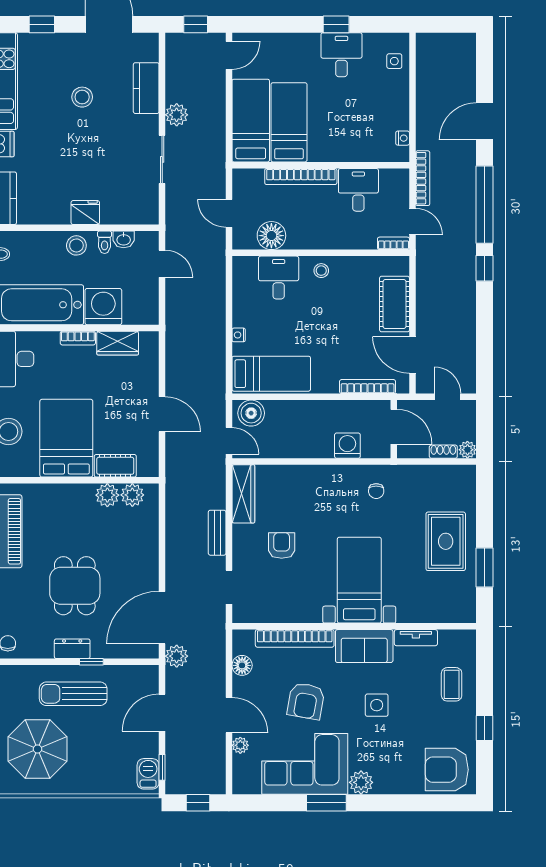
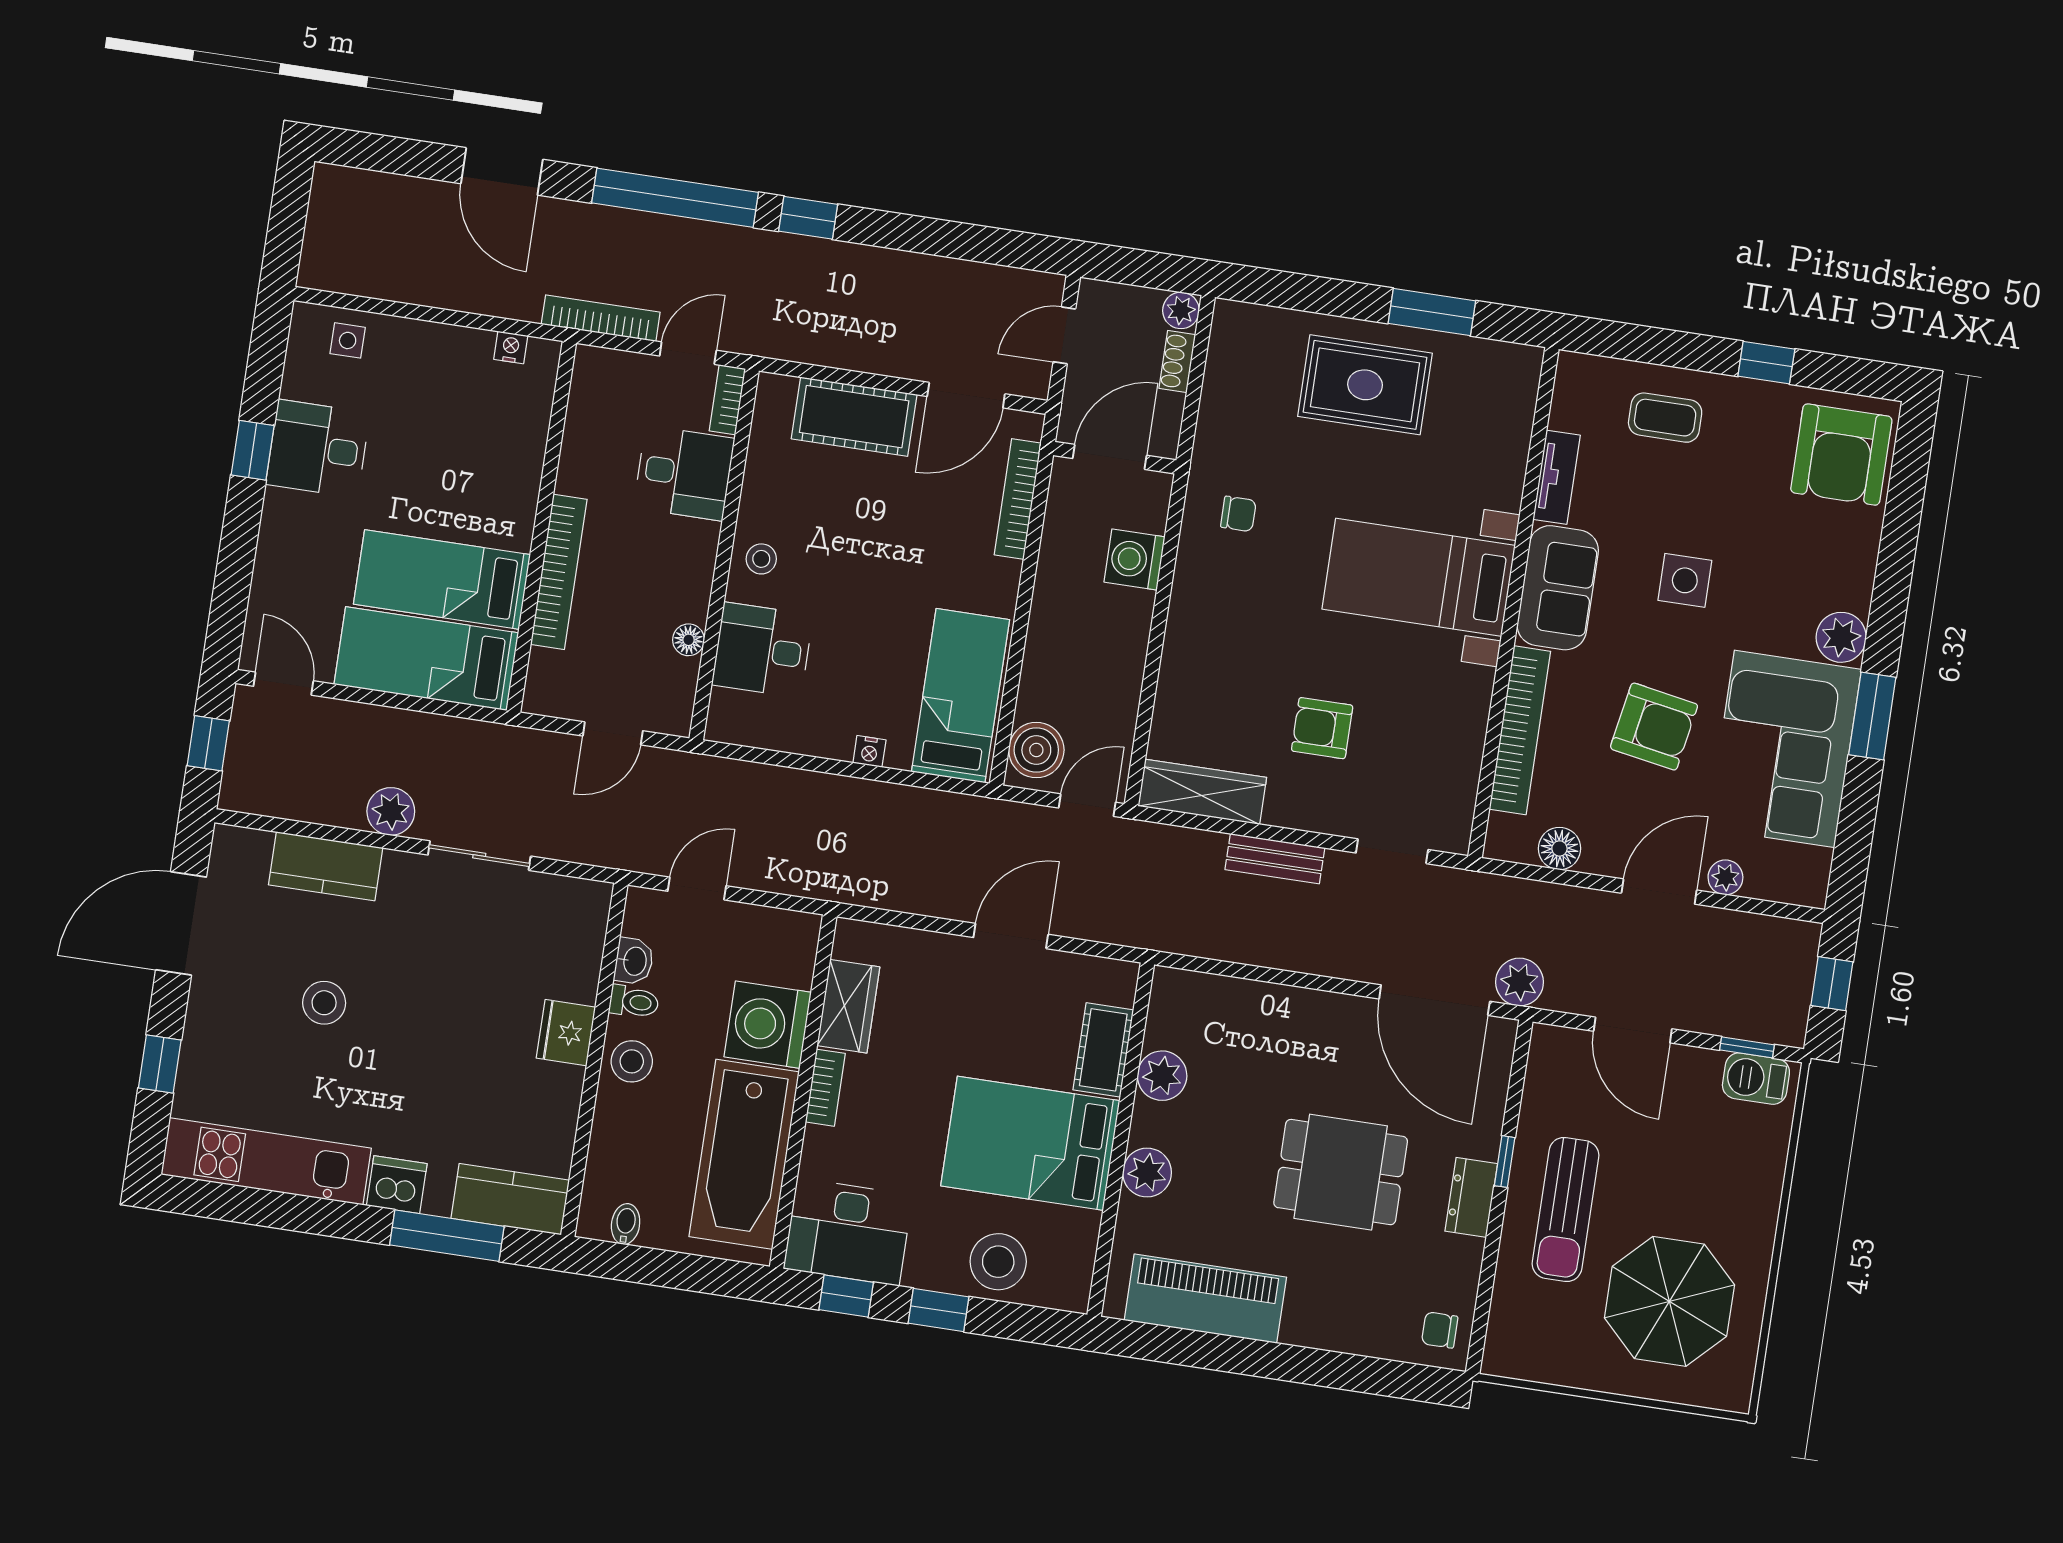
desk: (358, 190) -> (684, 473), moved, turned 180
floor lamp: (271, 236) -> (689, 640), width x0.53, depth x0.53
plant: (132, 495) -> (1147, 1173), moved

